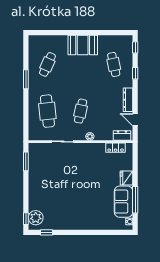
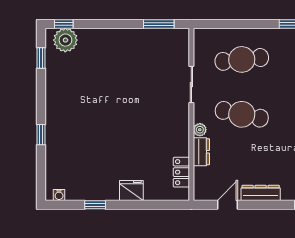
cafe table: (81, 111) -> (242, 114), width x1.37, depth x1.35
dresser: (122, 136) -> (201, 152), moved
window: (135, 200) -> (95, 205), width x0.46
sofa: (124, 202) -> (92, 185), removed
window: (93, 232) -> (41, 135), added

